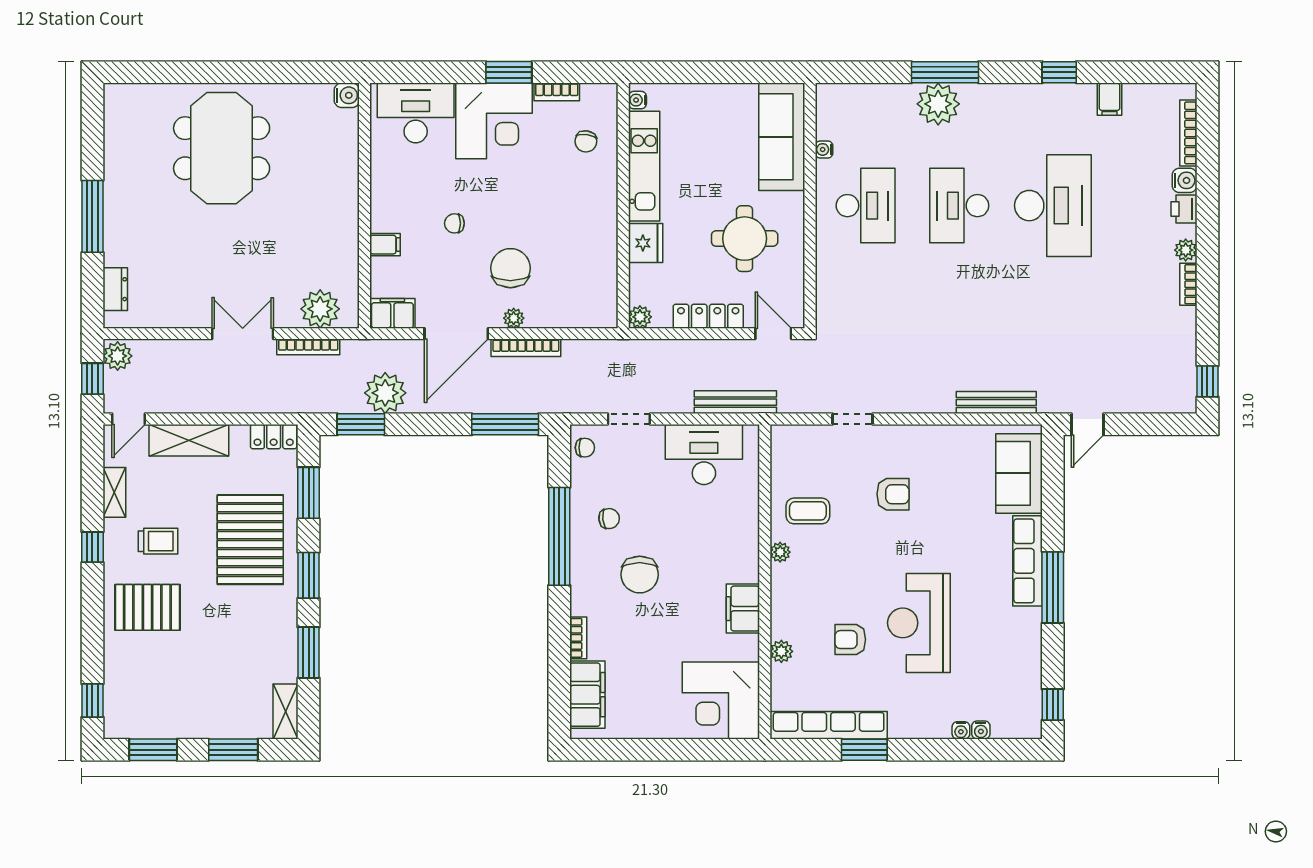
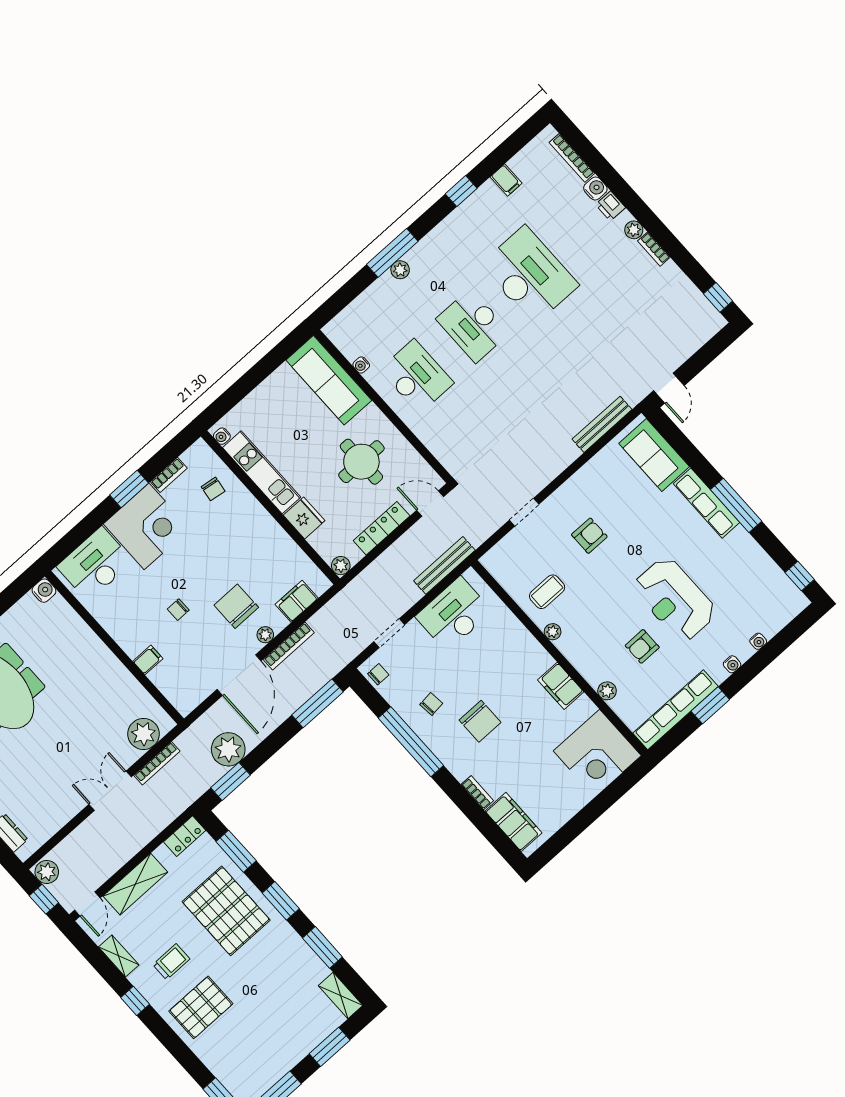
plant: (938, 104) -> (400, 270), width x0.53, depth x0.53
filing cabinet: (392, 313) -> (297, 601), moved
water cooler: (981, 730) -> (732, 664), moved

